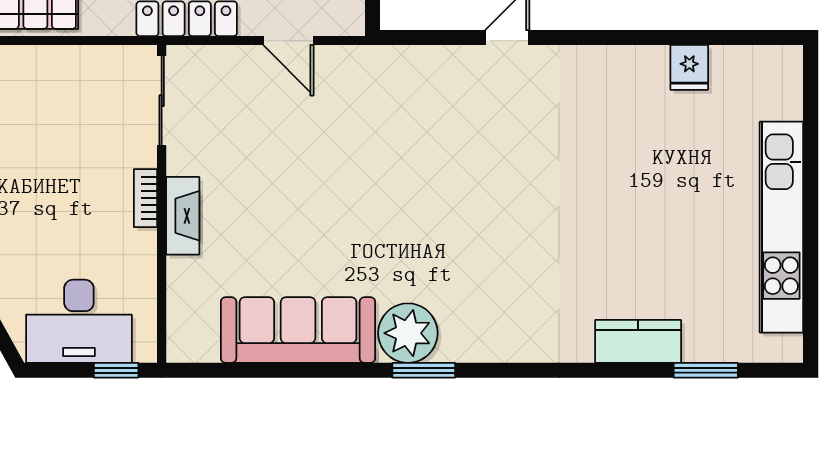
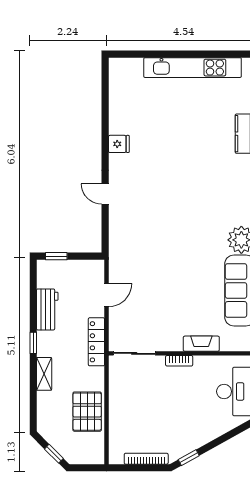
fridge: (689, 67) -> (119, 144), moved
fireplace: (183, 216) -> (201, 344), moved

